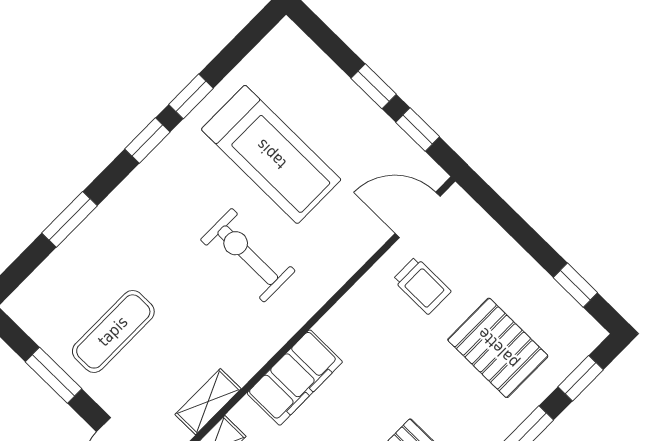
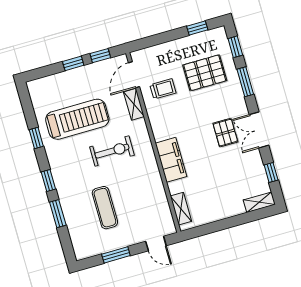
window: (147, 140) -> (48, 181), moved
exercise bike: (248, 255) -> (112, 151), turned 180
exercise mat: (113, 331) -> (105, 208), moved
shelving: (208, 402) -> (134, 104), moved

